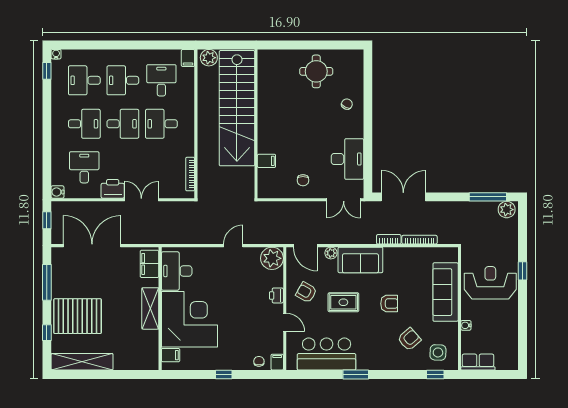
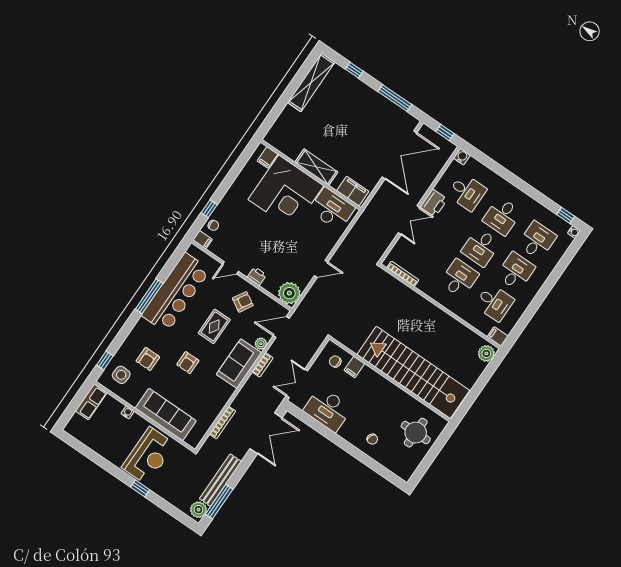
stairs: (237, 108) -> (413, 372), moved
wall: (256, 124) -> (390, 379), moved
filing cabinet: (266, 161) -> (354, 367), moved
bench: (469, 208) -> (220, 480), added
bookcase: (389, 239) -> (263, 365), moved
door: (233, 246) -> (321, 269), hinge flipped
pallet: (78, 316) -> (351, 104), removed
armchair: (409, 339) -> (148, 359), turned 41
bar counter: (327, 354) -> (176, 293), width x1.36
window: (224, 375) -> (209, 209), moved
window: (356, 375) -> (149, 296), width x1.44

